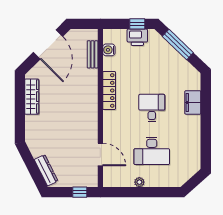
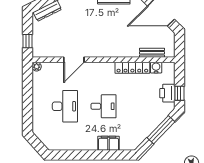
locker: (109, 90) -> (132, 68), moved
desk: (152, 151) -> (65, 106), turned 180
door: (100, 154) -> (74, 60), moved
plant: (139, 182) -> (37, 67), moved

